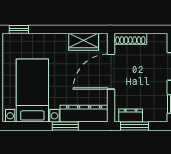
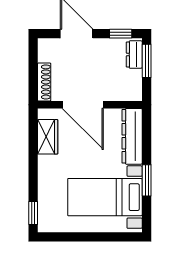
dresser: (131, 116) -> (134, 55), moved
window: (65, 126) -> (147, 180), moved
window: (134, 126) -> (147, 61), moved

